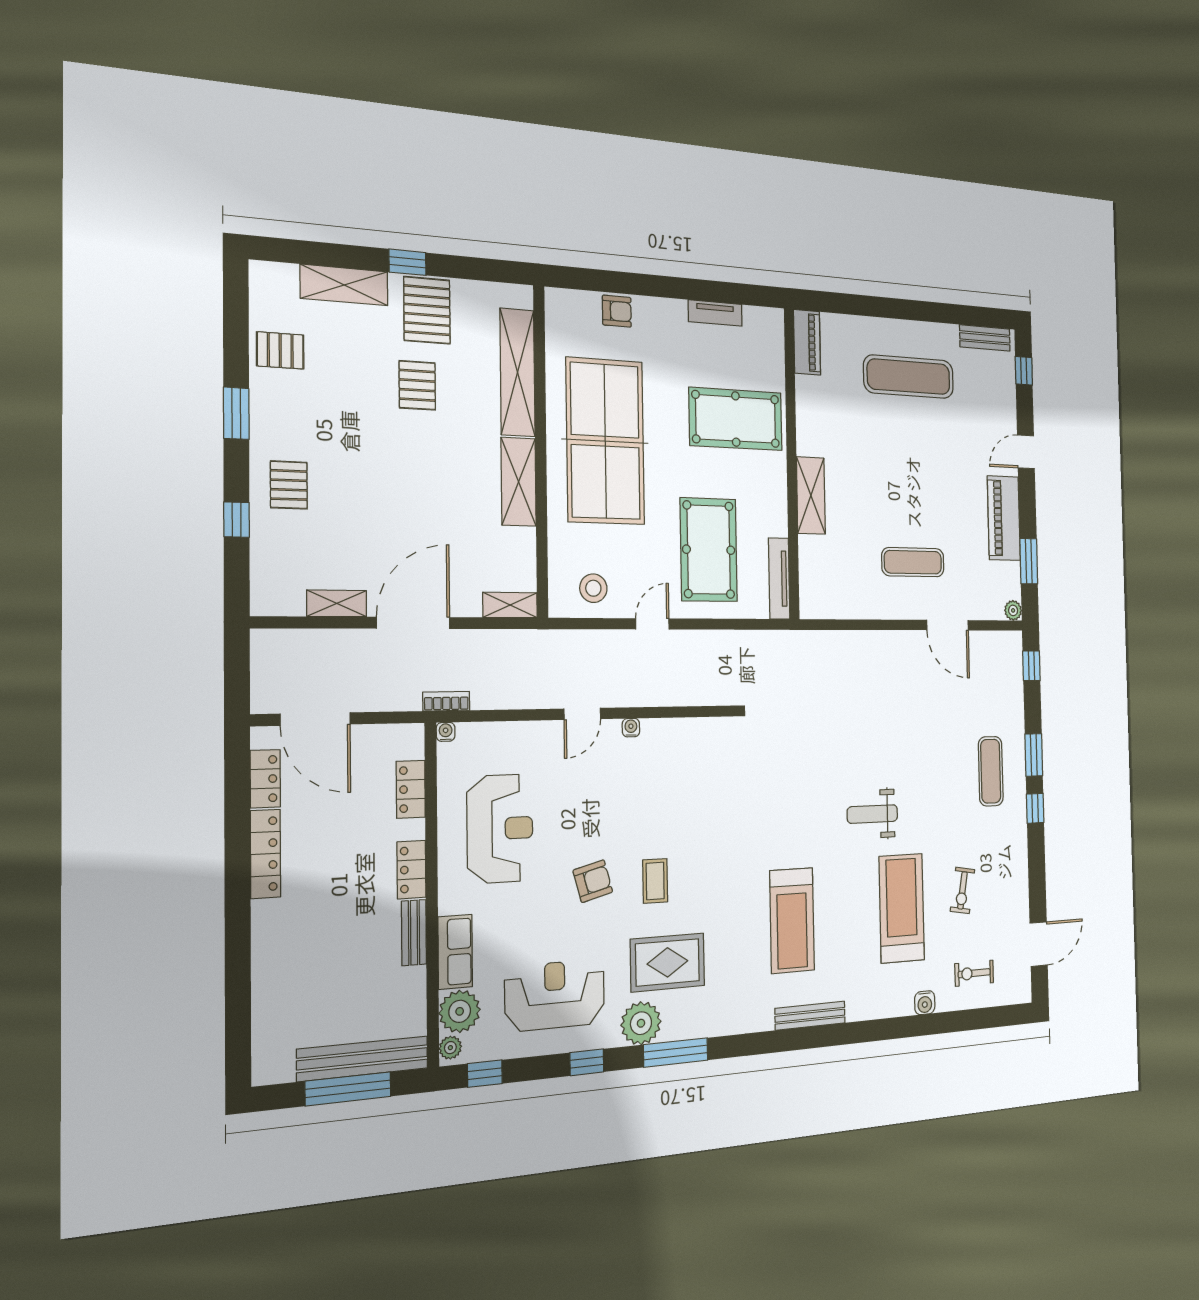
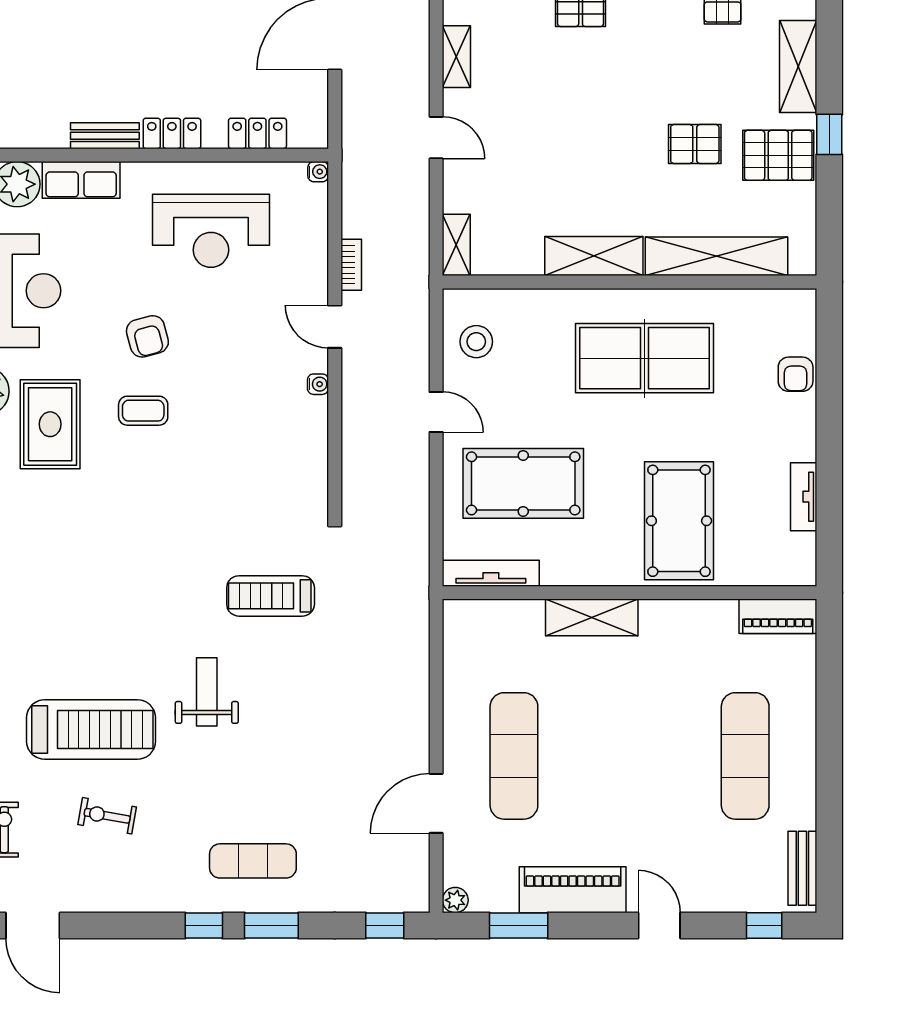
table tennis table: (605, 441) -> (644, 358), width x0.73, depth x0.76
exercise mat: (913, 562) -> (514, 756), width x1.36, depth x1.45
door: (413, 623) -> (436, 138), width x0.53
bookcase: (446, 701) -> (351, 265), moved
treadmill: (792, 921) -> (271, 596), moved, width x0.73, depth x0.73

